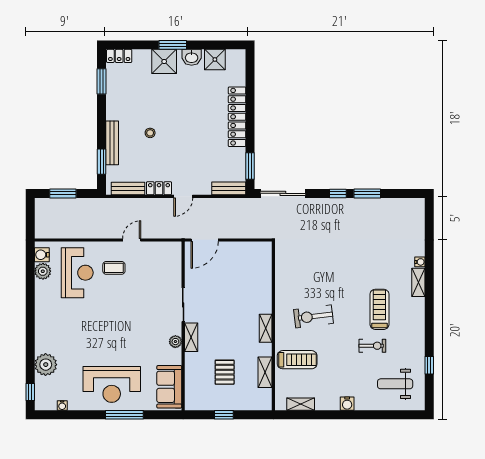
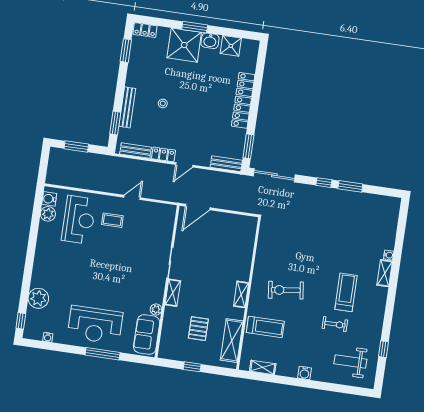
shower: (164, 61) -> (184, 45), width x1.37, depth x1.37
plant: (175, 342) -> (156, 309), moved
shelving: (265, 372) -> (232, 341), width x1.50, depth x1.33

